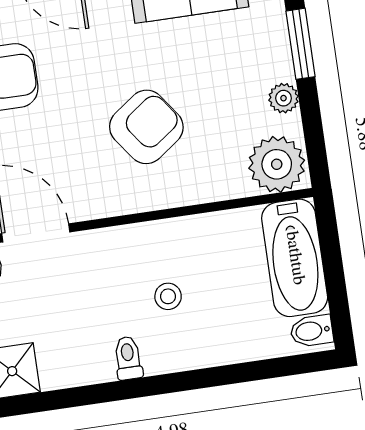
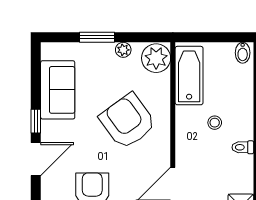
armchair: (146, 127) -> (128, 121), width x1.36, depth x1.36
bathtub: (295, 258) -> (189, 76), moved, turned -90

